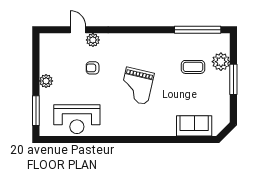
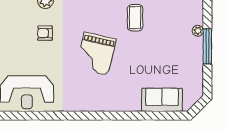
plant: (221, 62) -> (198, 31), width x0.53, depth x0.53
coffee table: (193, 67) -> (135, 18), moved, turned 90

